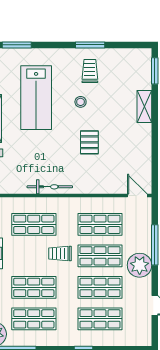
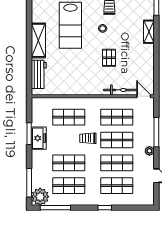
bicycle: (50, 187) -> (120, 90), moved
plant: (140, 265) -> (149, 151), width x0.53, depth x0.53

